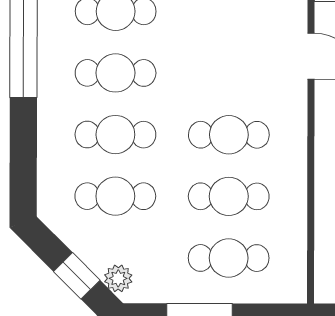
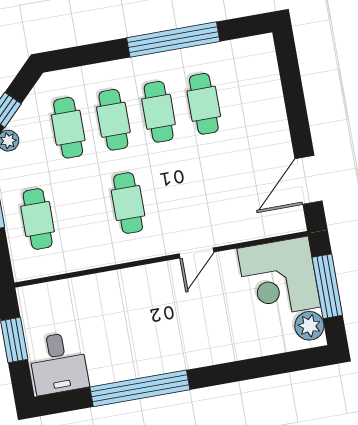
cafe table: (229, 196) -> (83, 211), removed

